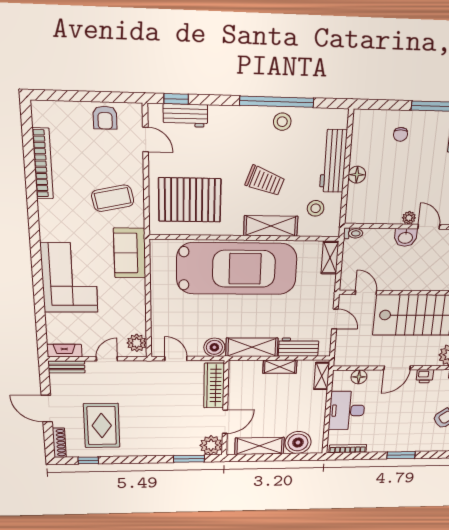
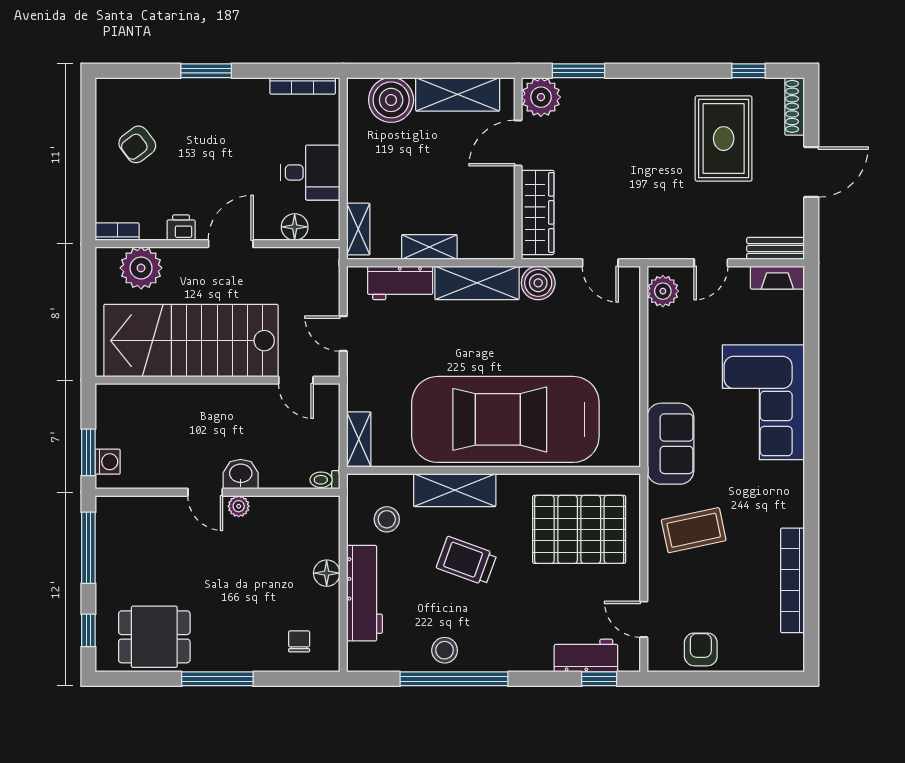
chair: (401, 134) -> (299, 641), moved
door: (47, 409) -> (811, 172), hinge flipped
desk: (347, 411) -> (310, 173), width x0.73

